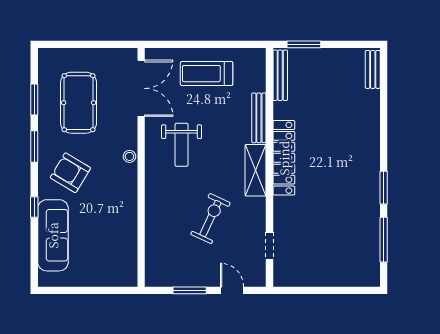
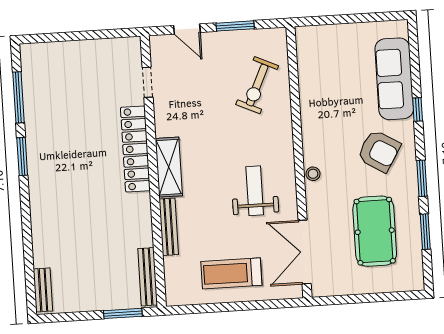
treadmill: (207, 74) -> (231, 273), turned 180
locker: (284, 158) -> (135, 149), moved
exercise bike: (211, 218) -> (257, 85), moved

